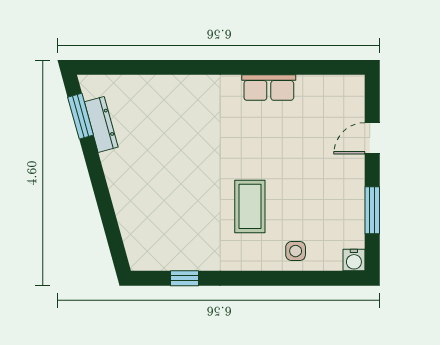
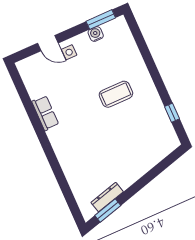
window: (372, 210) -> (101, 20), moved
side table: (296, 251) -> (69, 52), moved
water cooler: (354, 260) -> (96, 34), moved, turned -90

